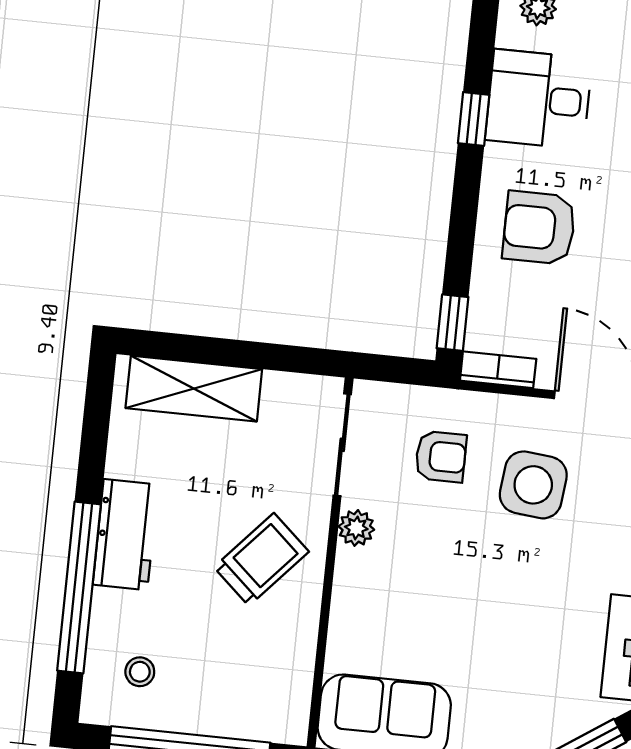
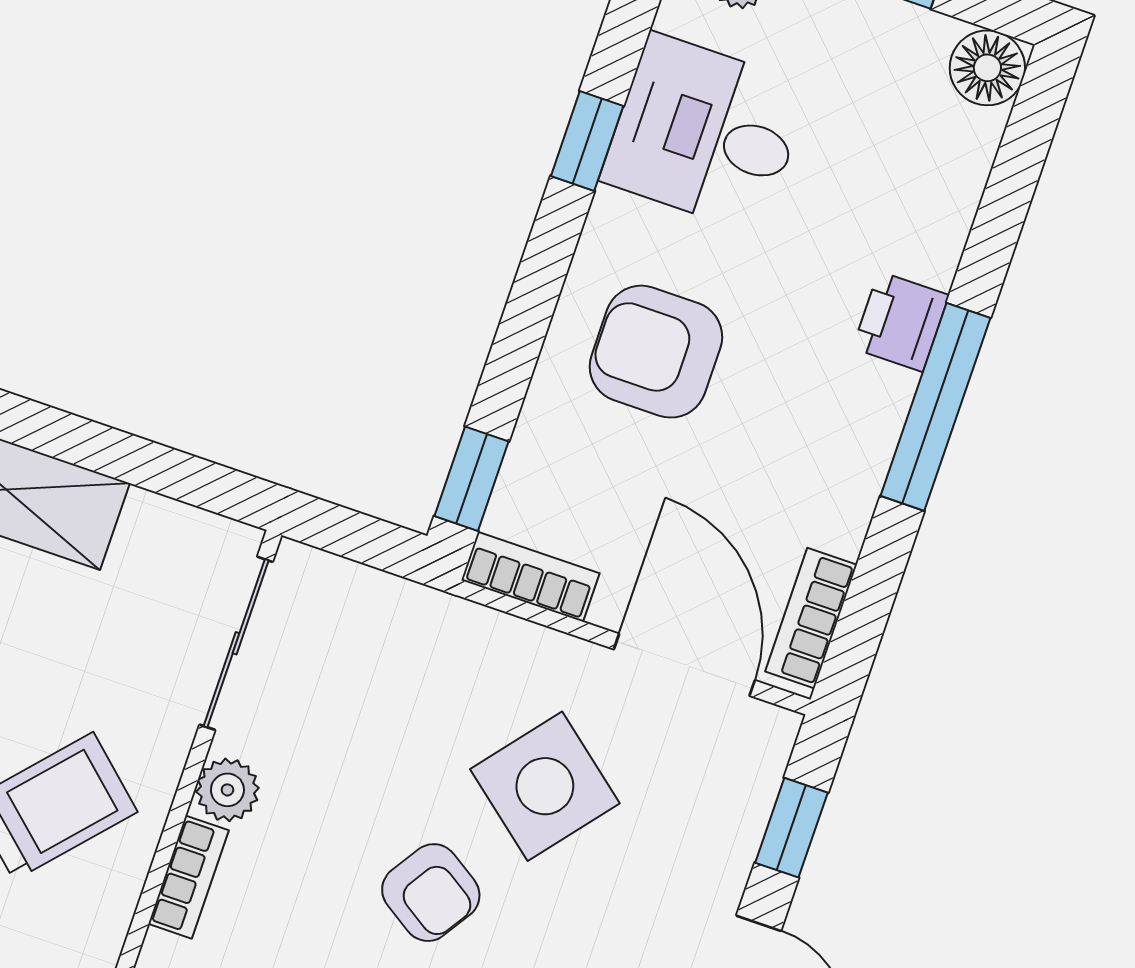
armchair: (441, 457) -> (431, 893), moved, turned 33
side table: (533, 485) -> (545, 786), turned 33
bookcase: (346, 582) -> (188, 877), added

